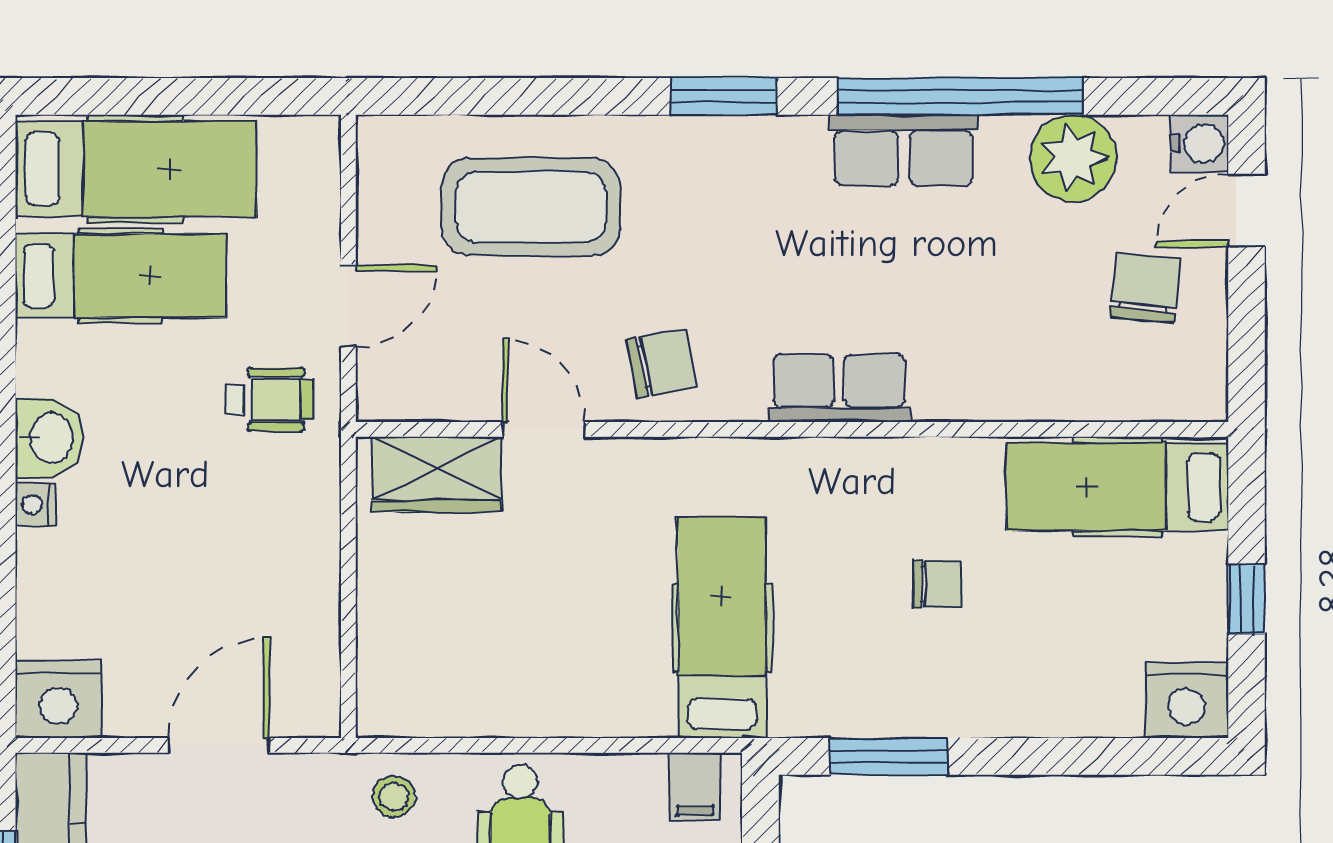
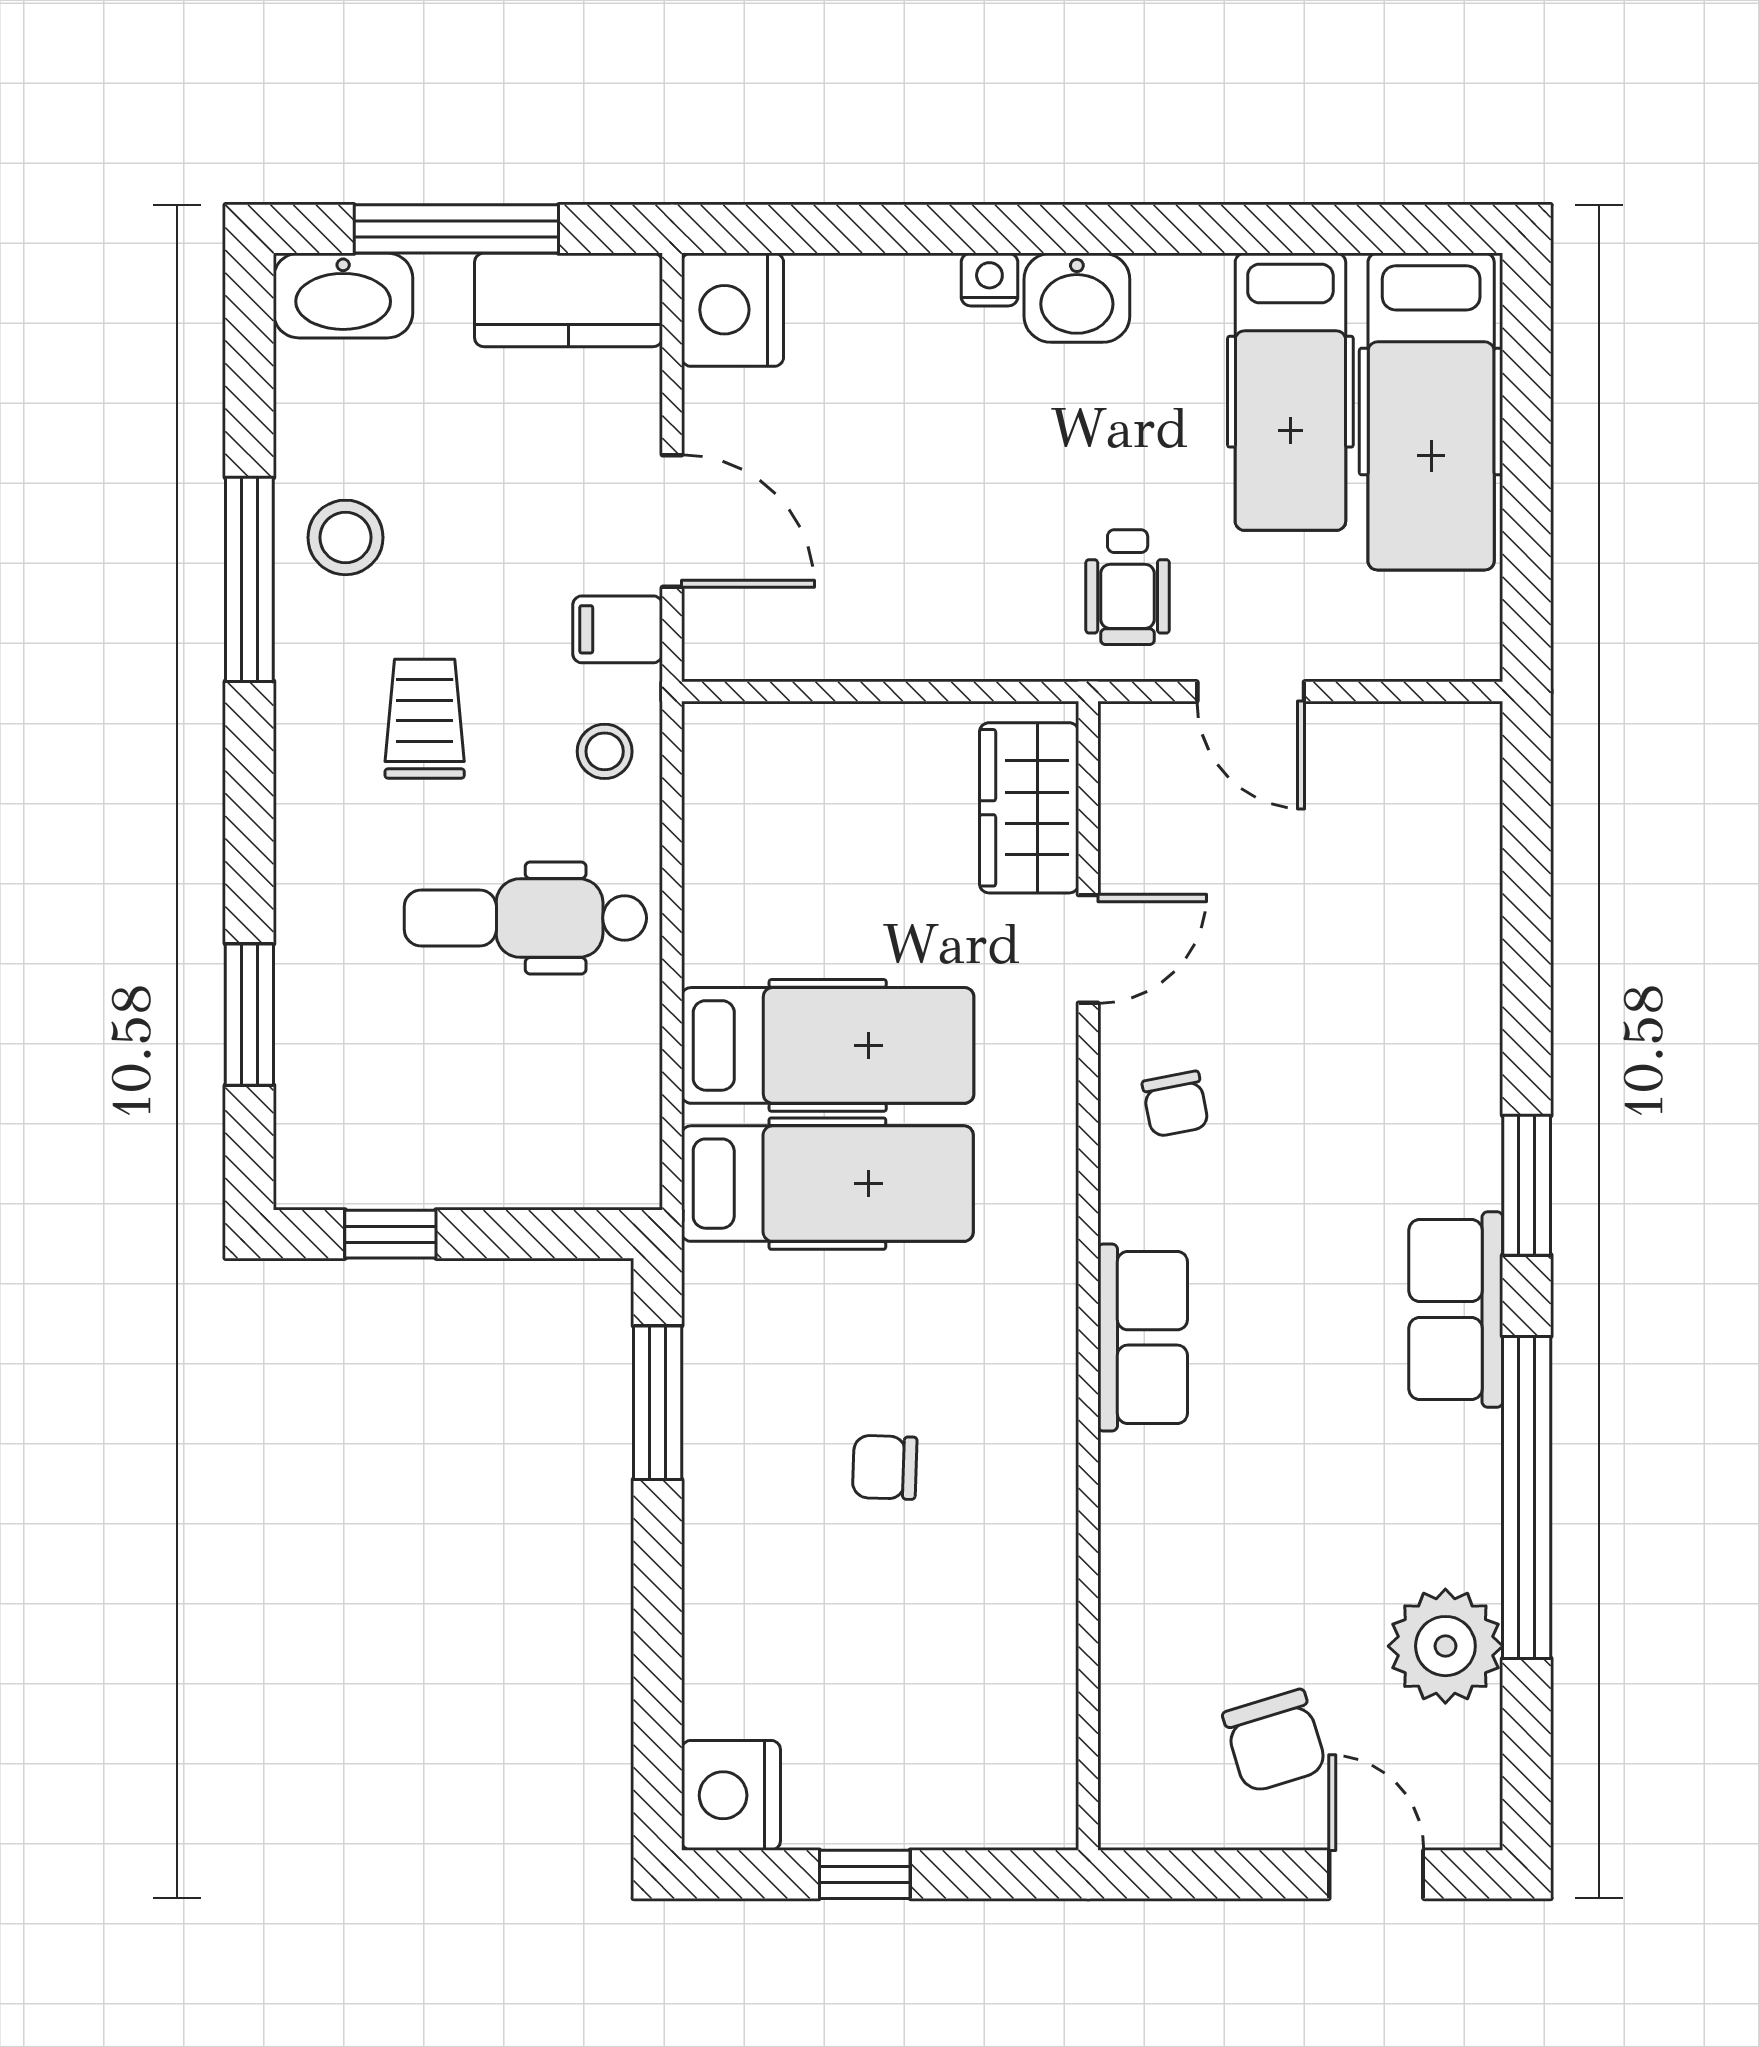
water cooler: (1199, 143) -> (1465, 1812), removed
row of seats: (904, 150) -> (1456, 1310), moved
coffee table: (531, 207) -> (1381, 932), removed
chair: (1145, 288) -> (1275, 1741), turned 67
chair: (662, 363) -> (1175, 1104), width x0.73, depth x0.73
hospital bed: (1117, 487) -> (828, 1045), moved, turned 90
chair: (937, 584) -> (885, 1467), turned 92
filing cabinet: (695, 787) -> (618, 629), moved

